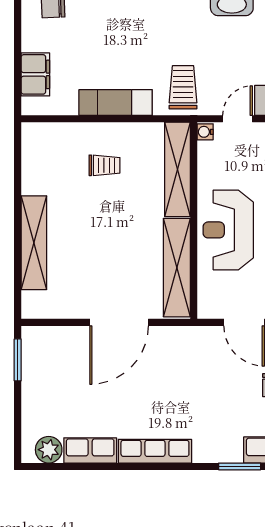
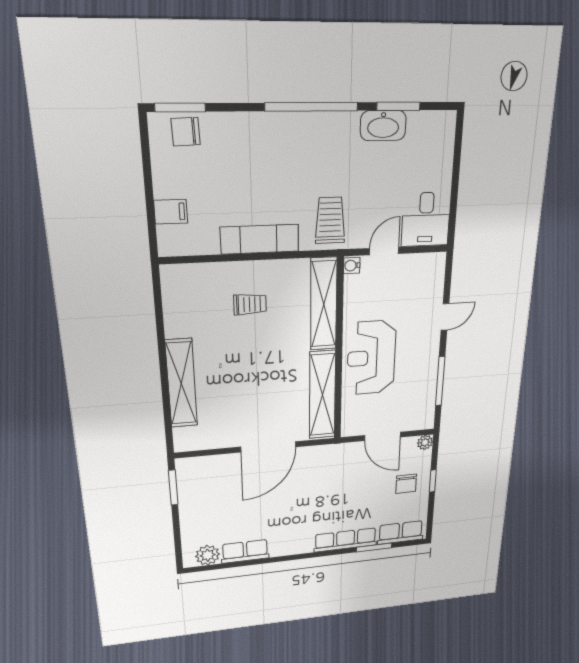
filing cabinet: (35, 74) -> (171, 212), width x0.50
row of seats: (155, 451) -> (346, 540), moved

